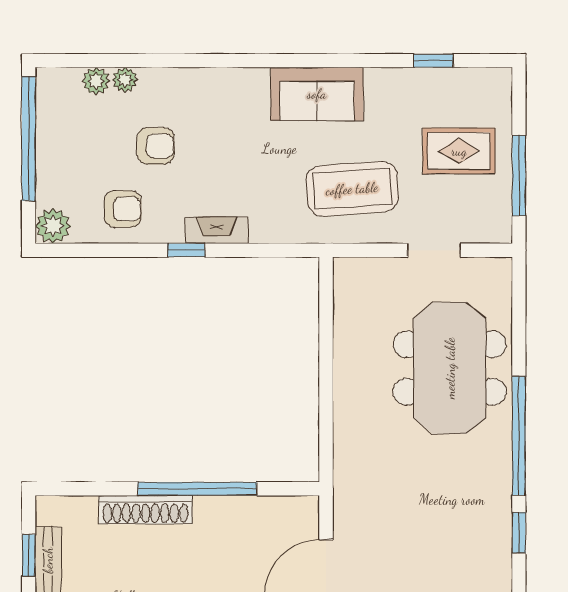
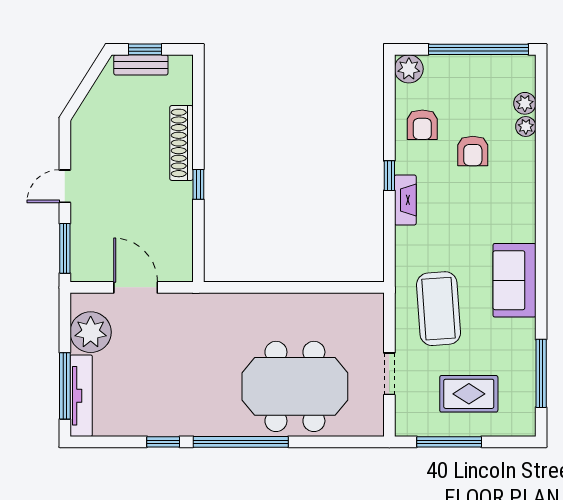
window: (433, 61) -> (541, 373), width x2.17
rug: (459, 151) -> (469, 394), turned 90
window: (197, 489) -> (198, 184), width x0.32

